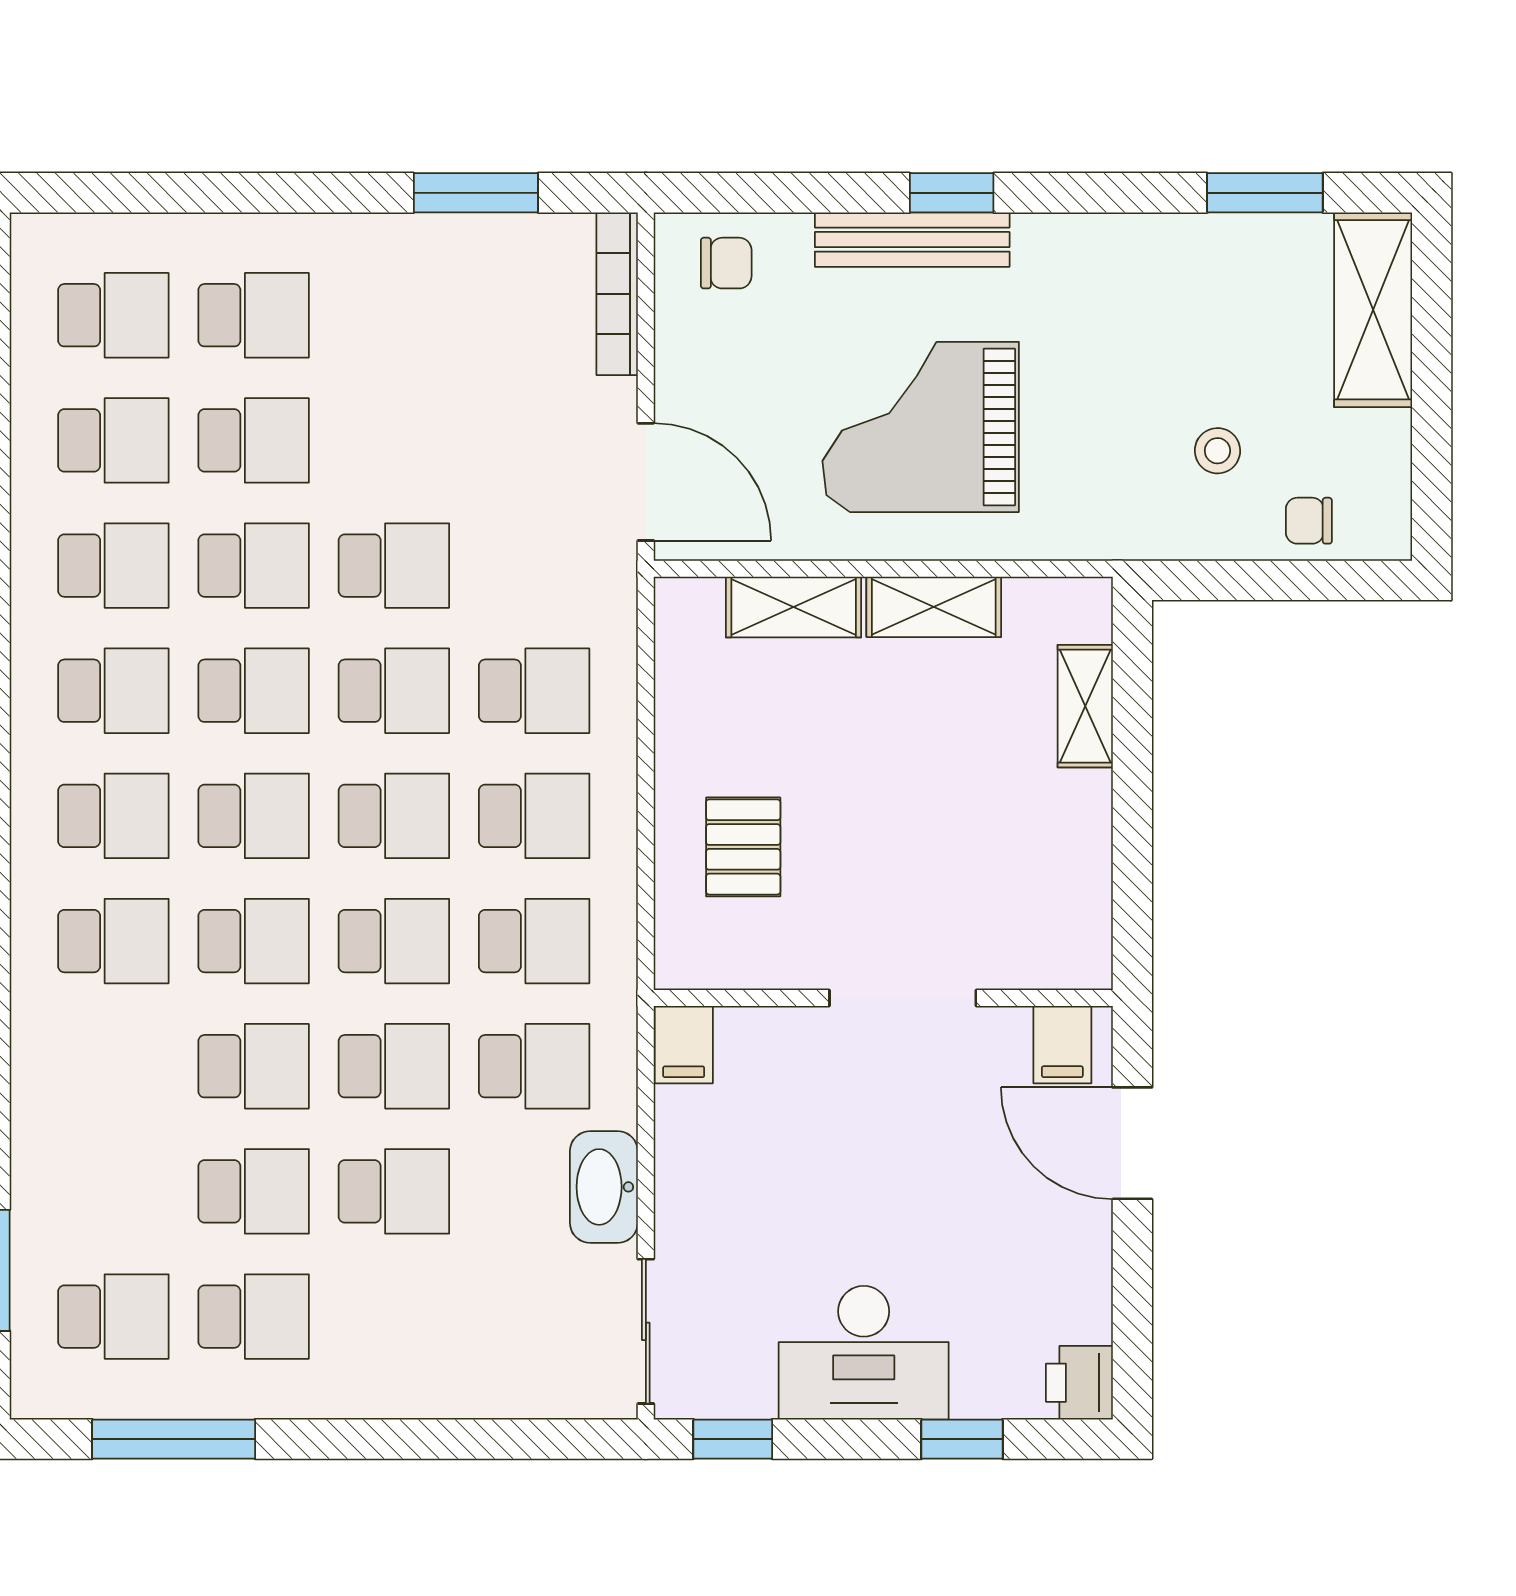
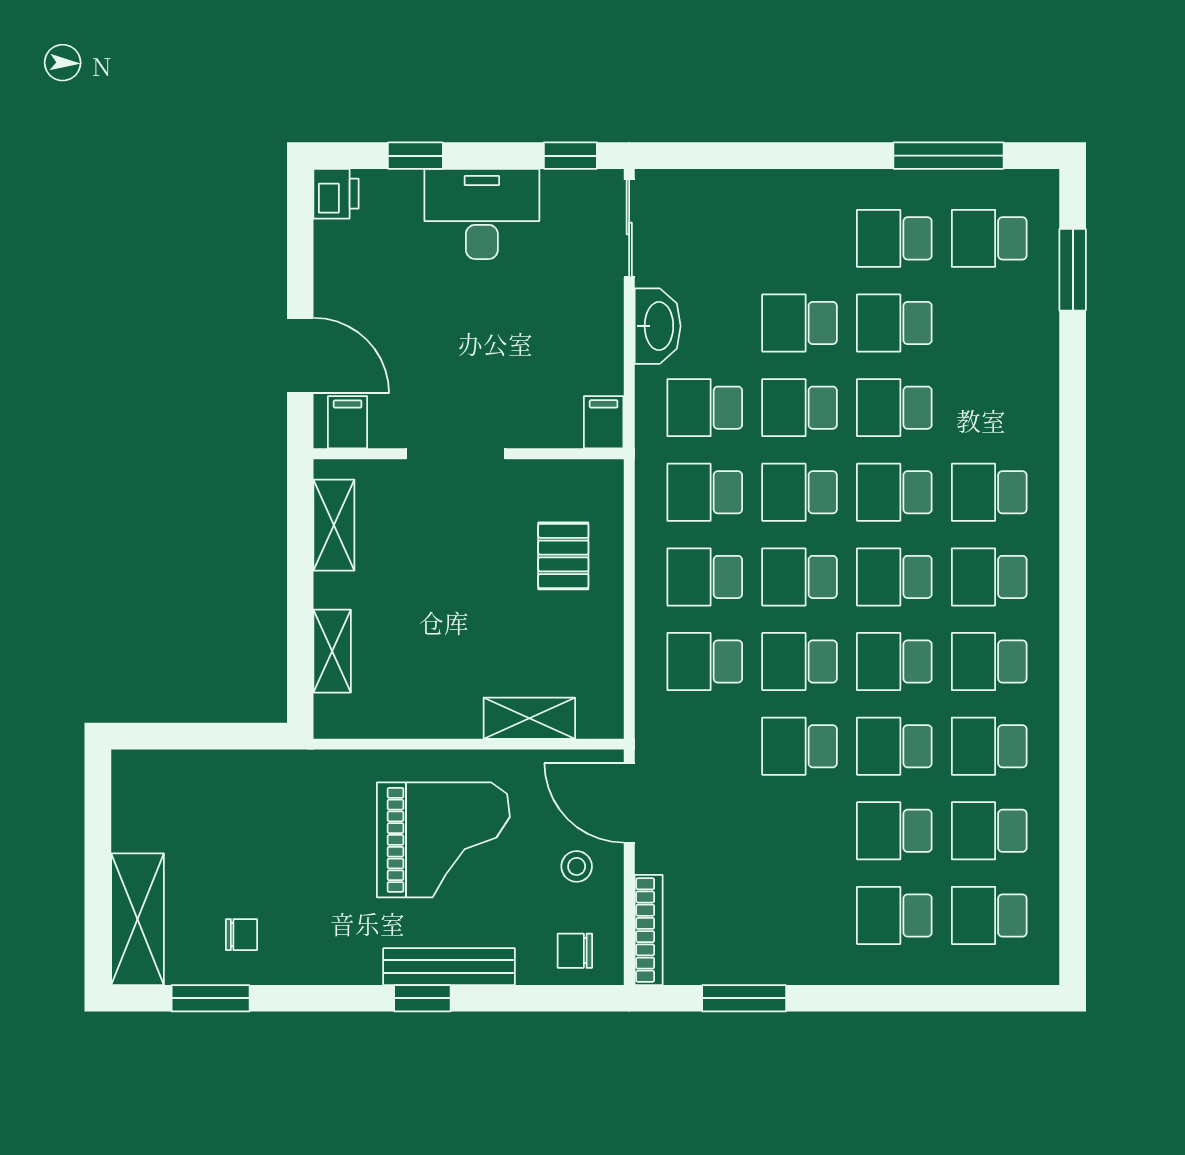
stool: (1217, 451) -> (577, 866), moved
chair: (1309, 521) -> (241, 935), moved
shelving: (934, 607) -> (334, 525), moved, turned 90

